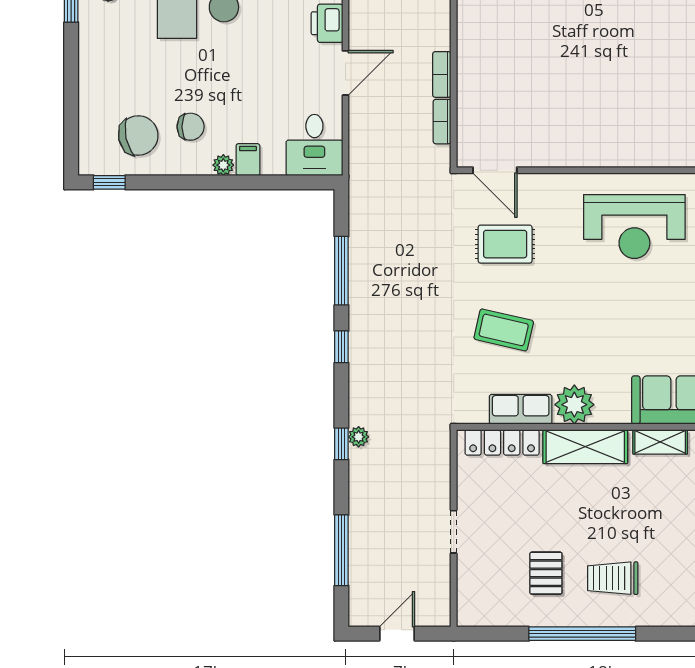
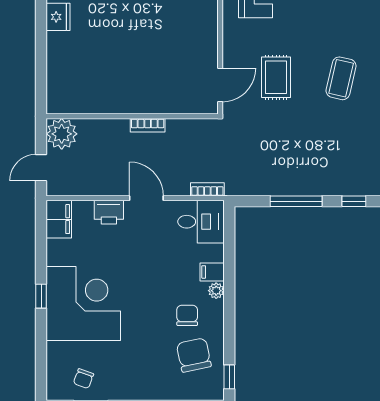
bookcase: (442, 122) -> (207, 189), moved, turned 180

